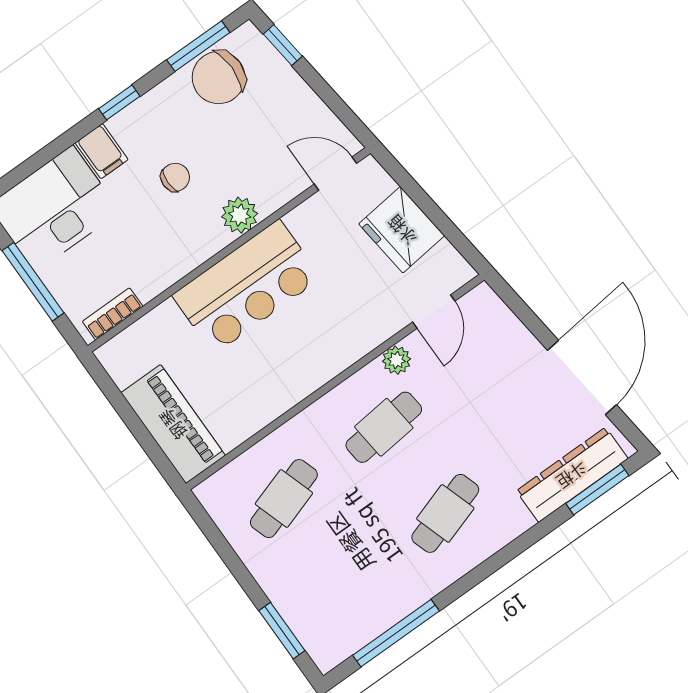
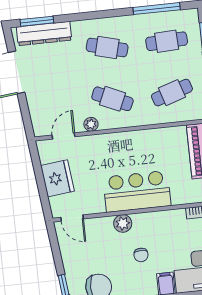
chair: (175, 177) -> (141, 255), turned -90
cafe table: (384, 427) -> (112, 99), turned 30
cafe table: (445, 513) -> (107, 47), turned 33
cafe table: (345, 585) -> (167, 41), added

